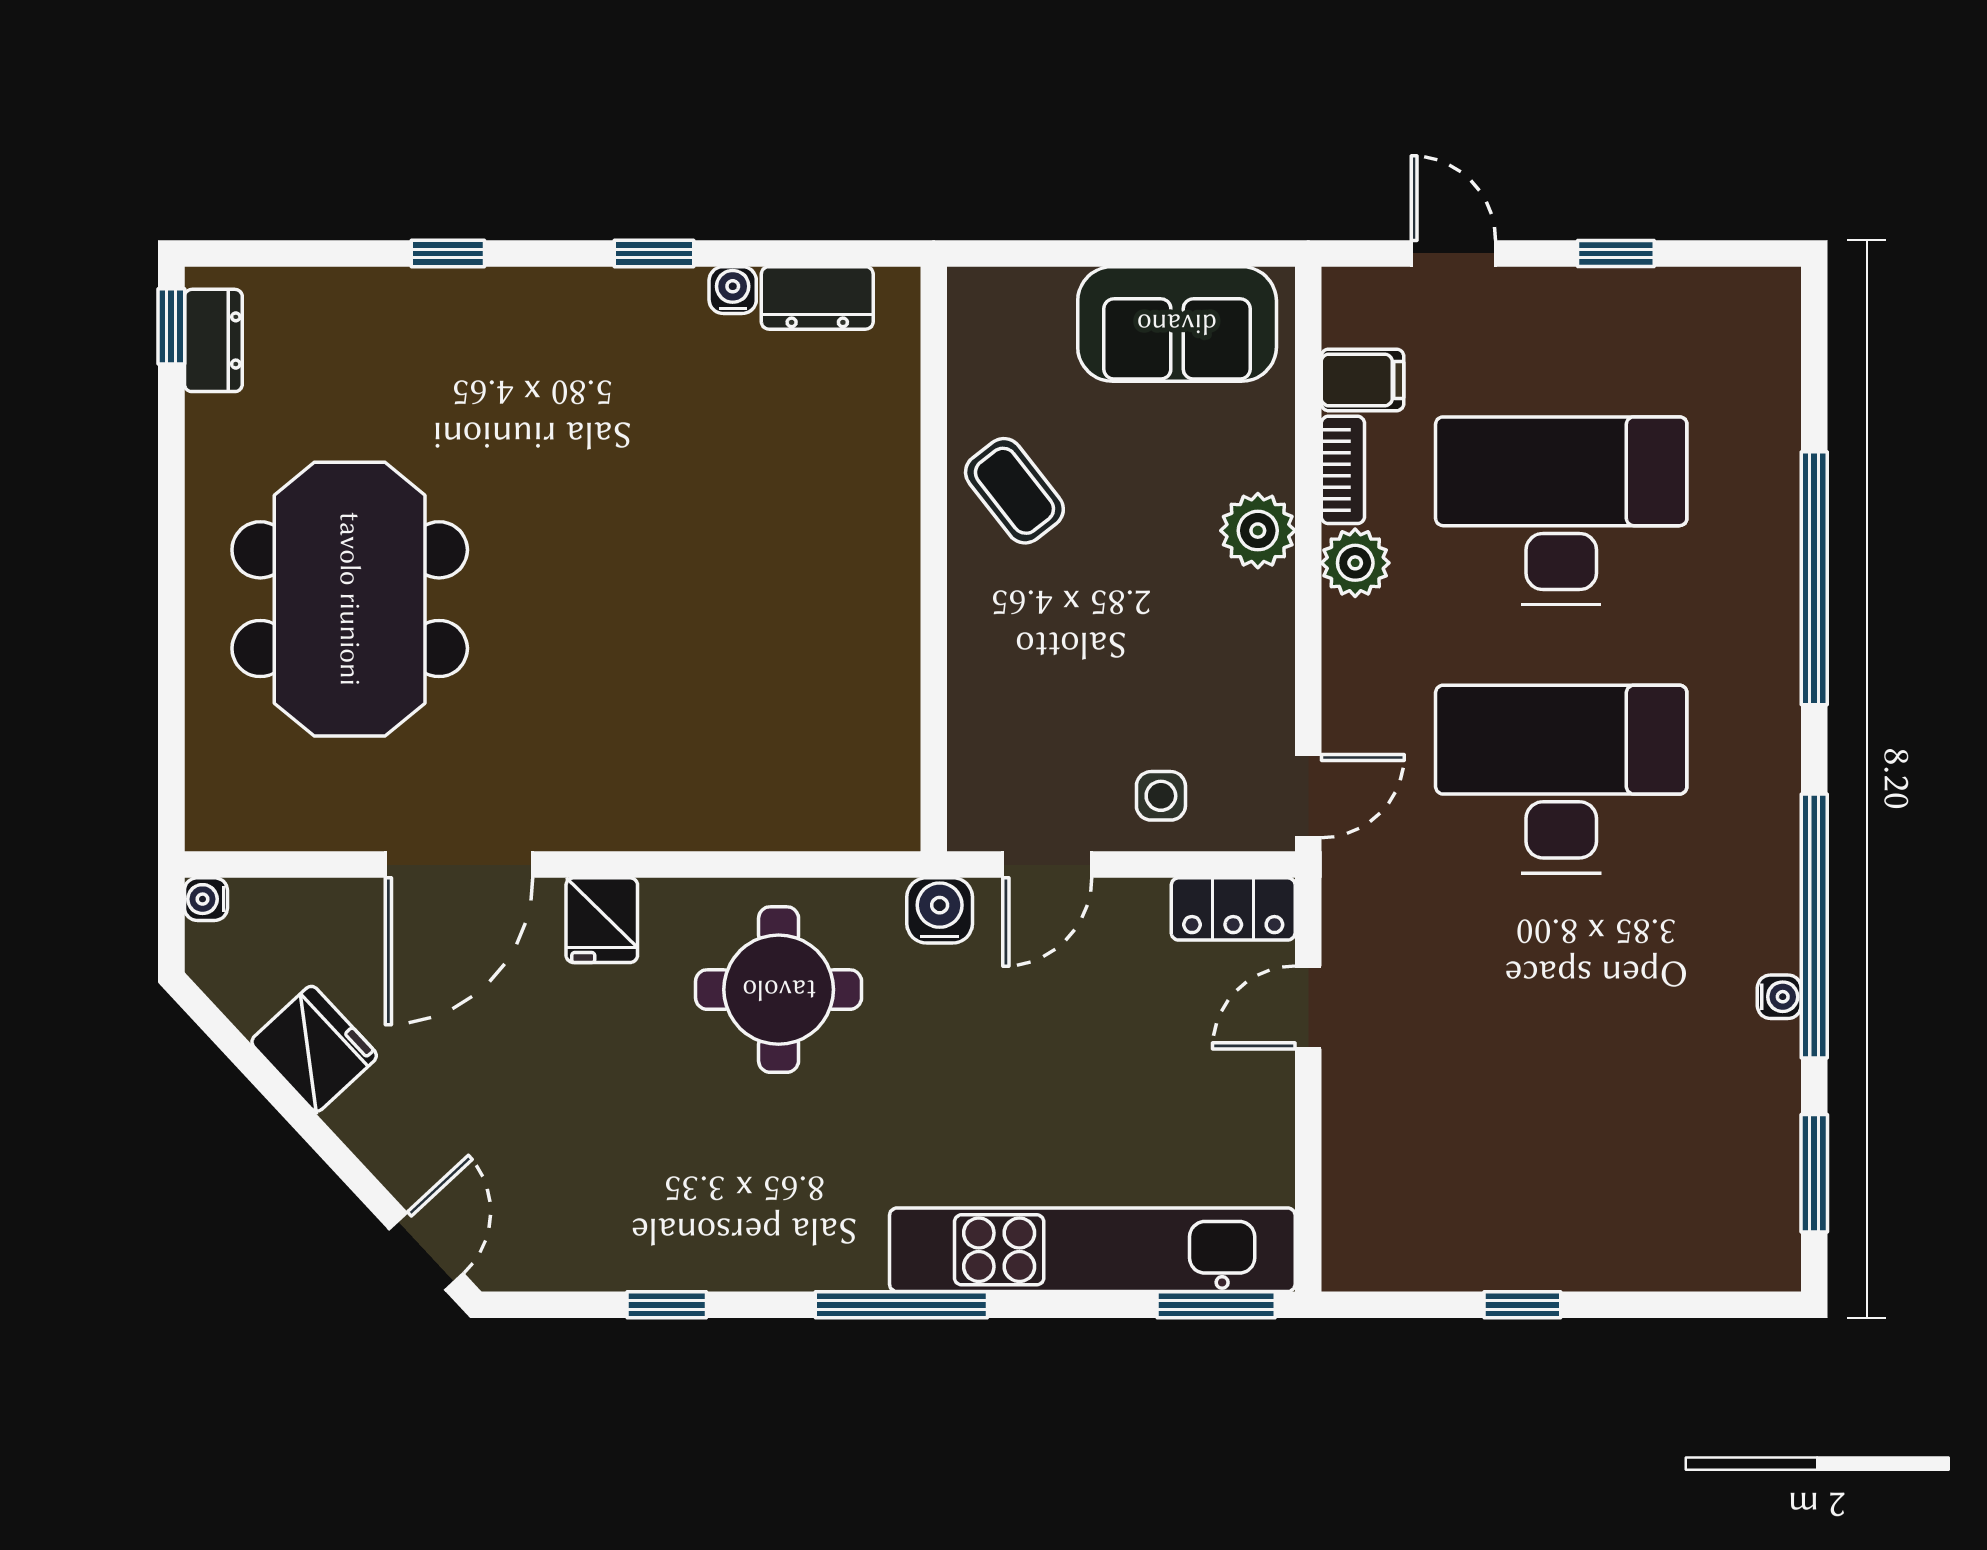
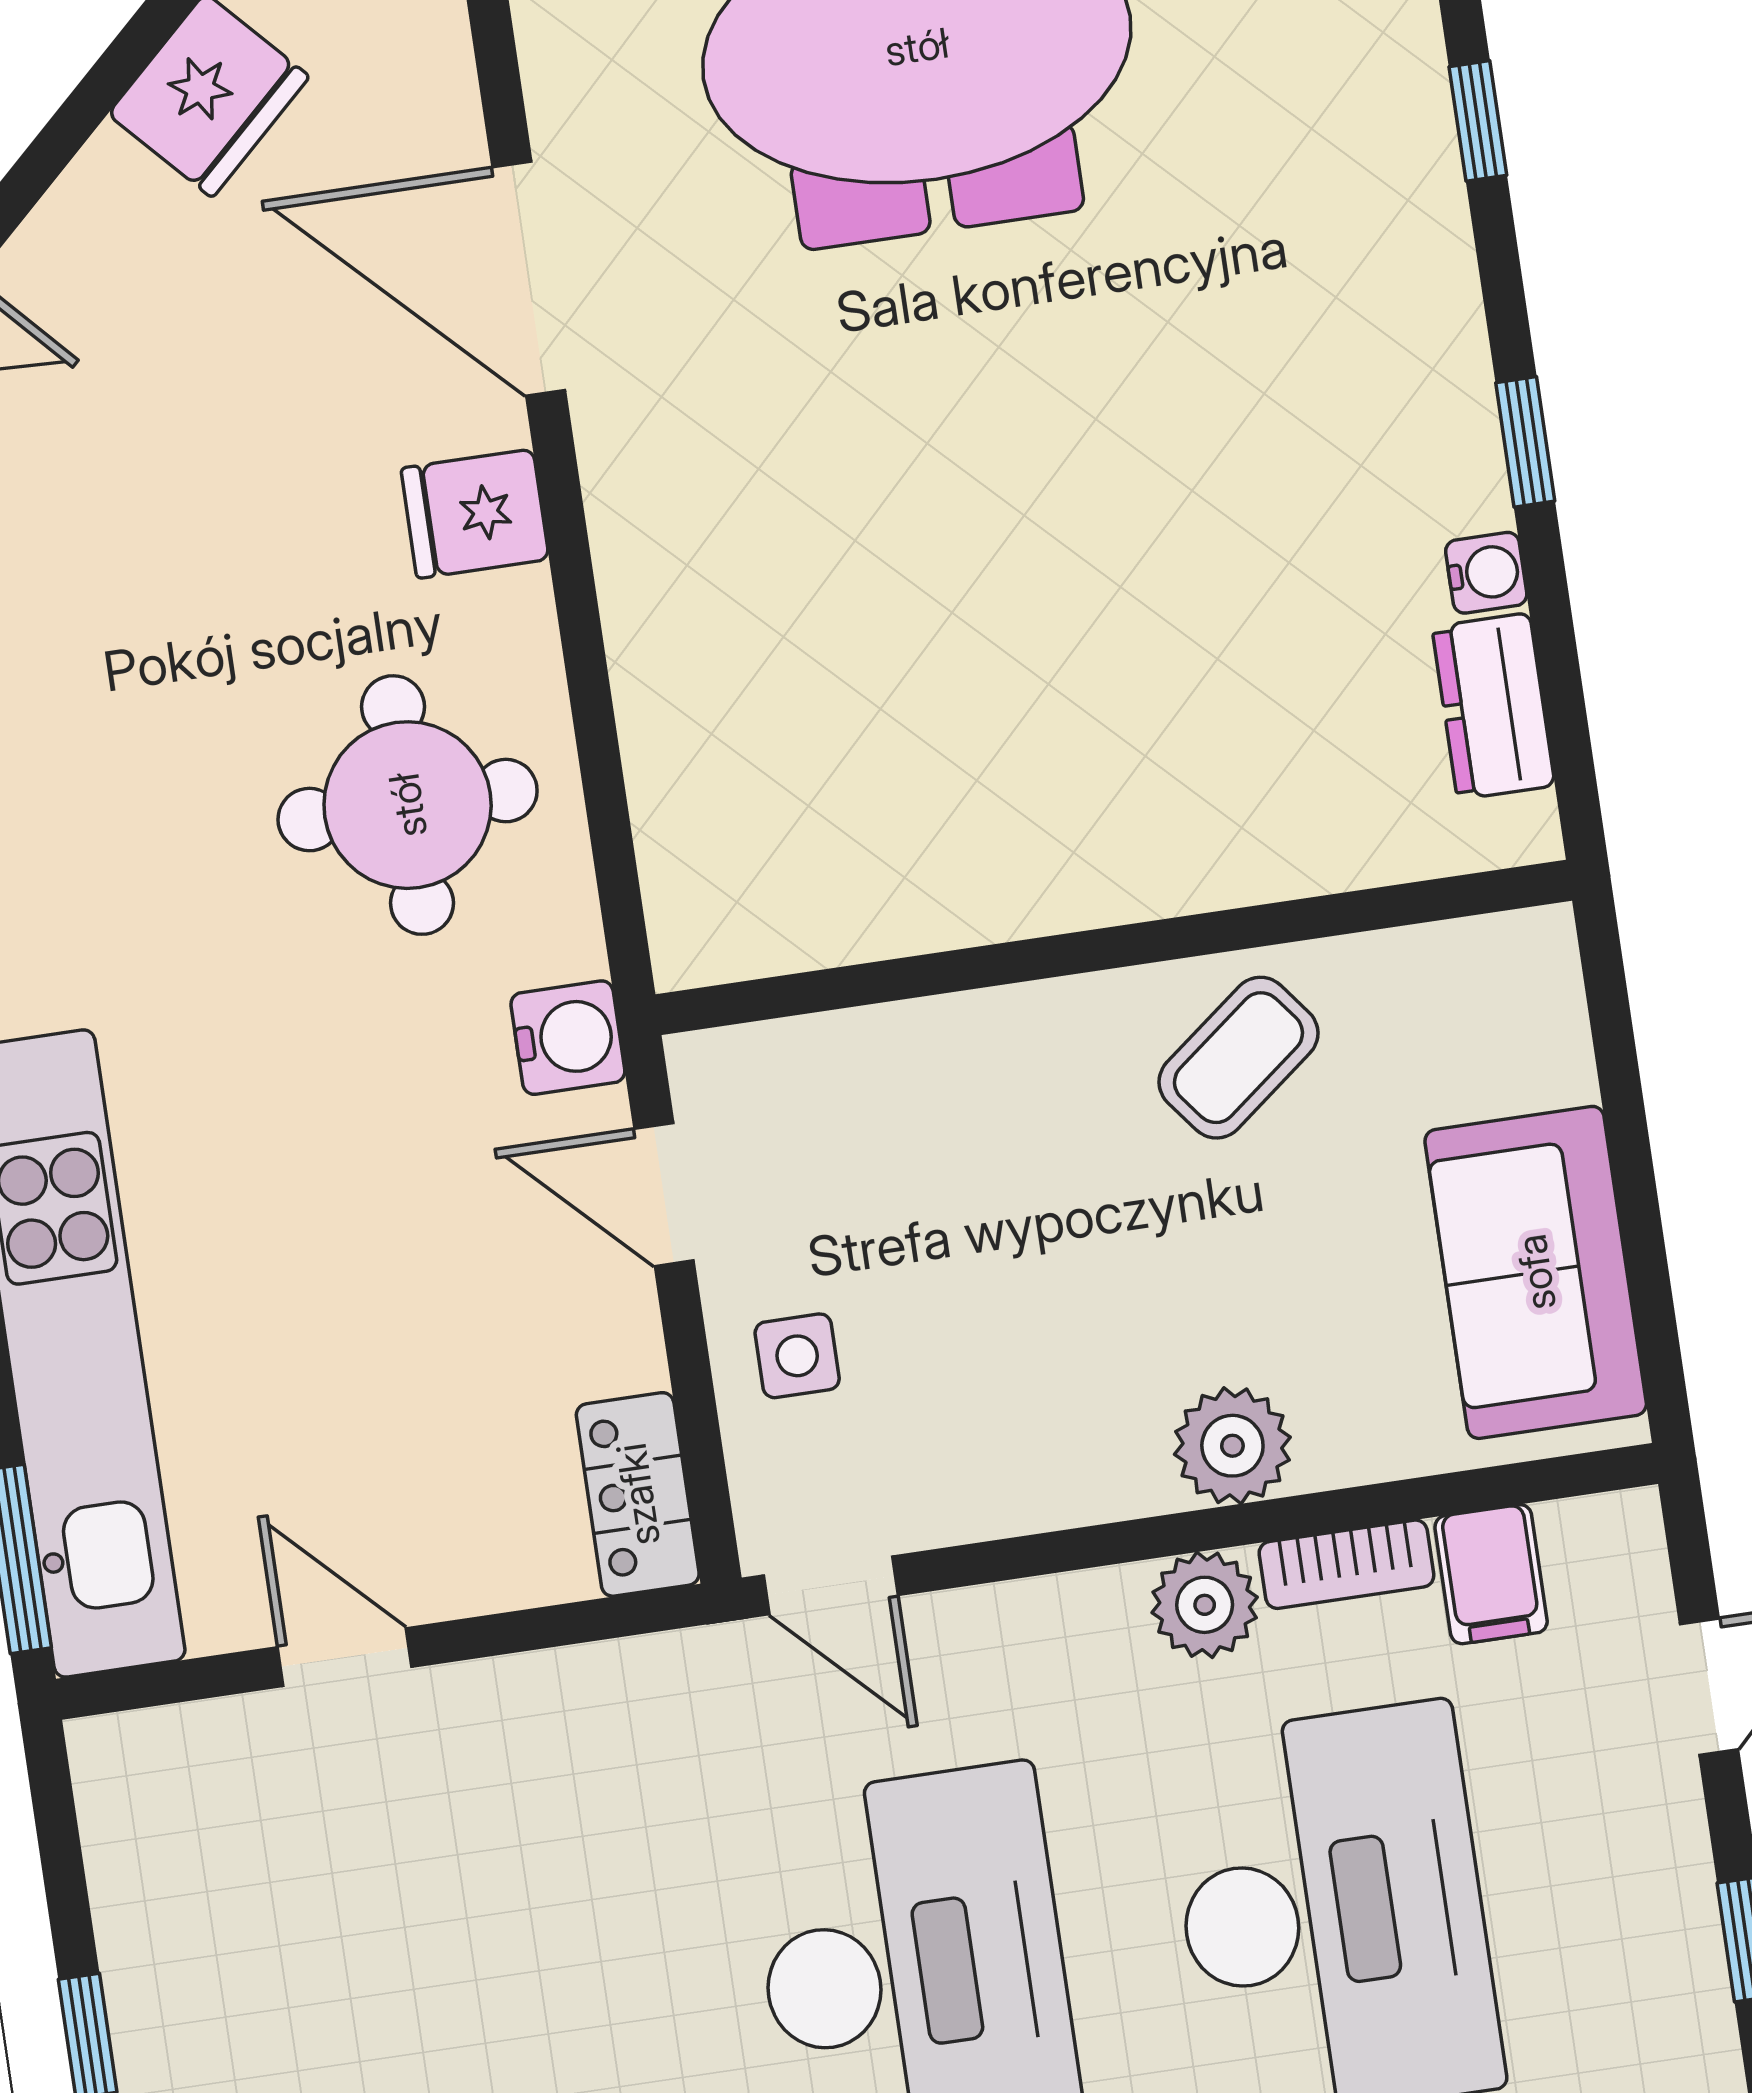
door: (1308, 1007) -> (345, 1657), moved

